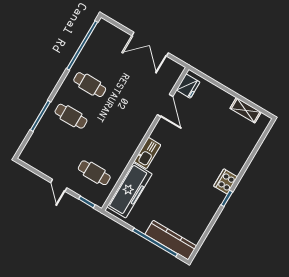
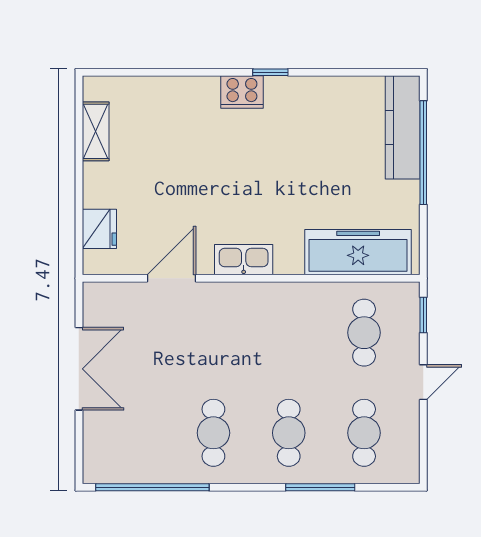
fridge: (188, 86) -> (99, 229), moved, turned 90
cafe table: (52, 148) -> (364, 433), added
kitchen sink: (147, 153) -> (244, 260), moved

